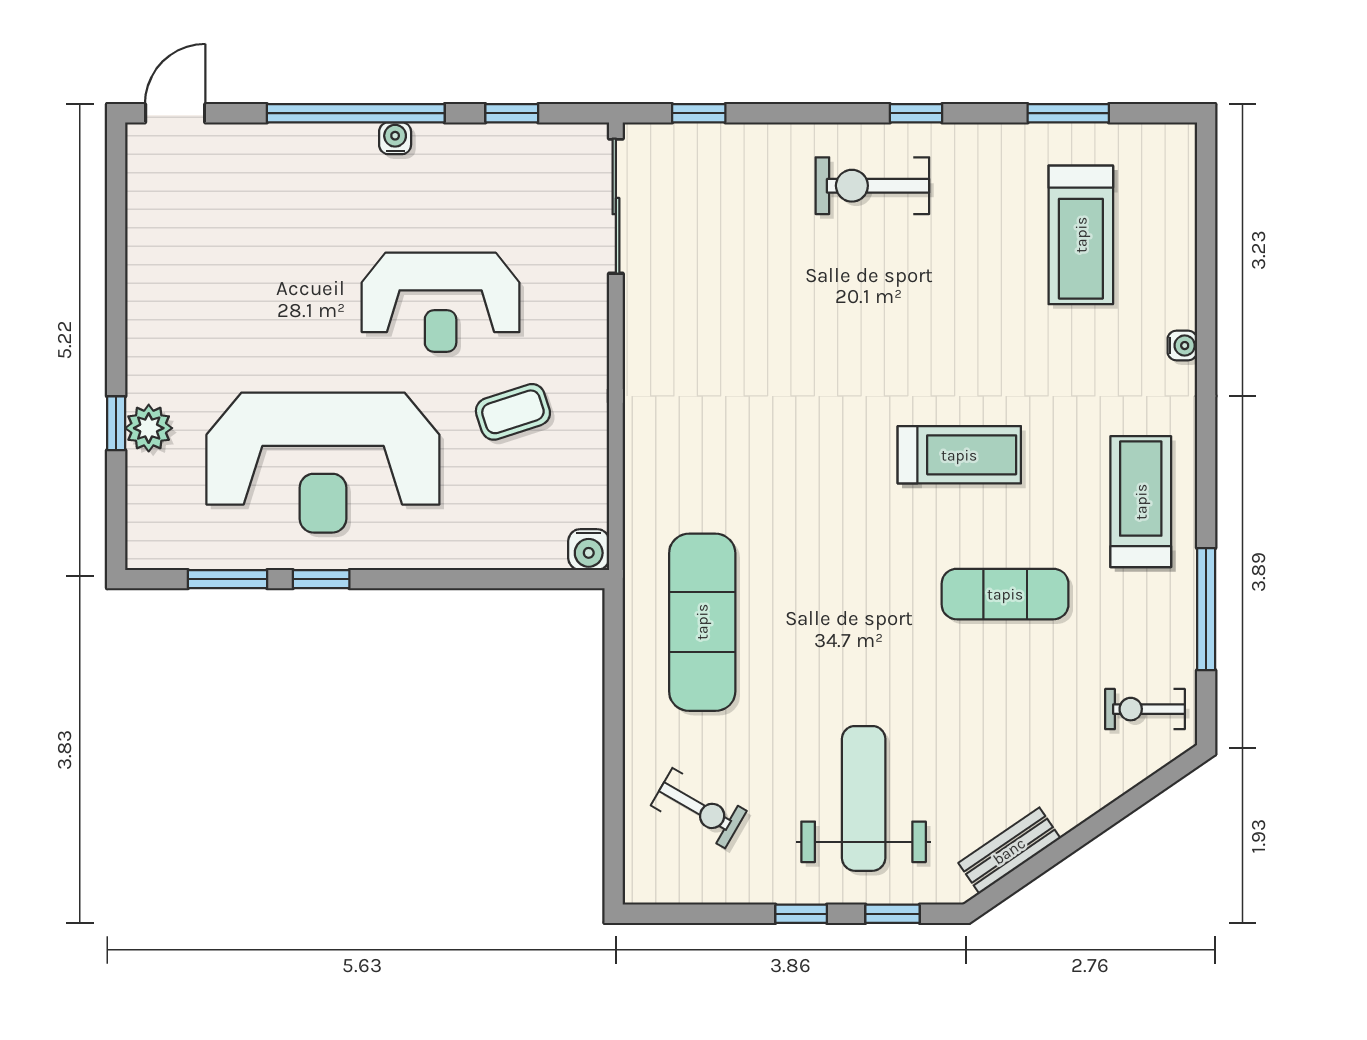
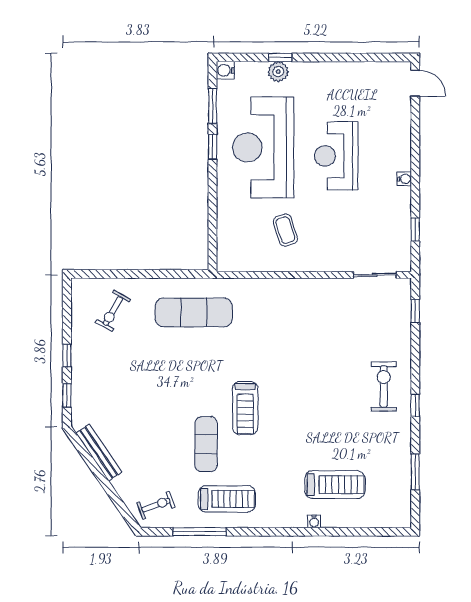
window: (356, 113) -> (415, 162), removed
sliding door: (616, 206) -> (375, 275), width x0.73
treadmill: (1081, 235) -> (335, 485), moved, turned 180
reception desk: (441, 302) -> (336, 156), moved
treadmill: (959, 455) -> (245, 408), moved
treadmill: (1141, 502) -> (227, 499), moved
water cooler: (589, 550) -> (225, 70), moved
exercise bike: (1145, 709) -> (156, 505), turned 70
weight bench: (864, 798) -> (117, 383), removed
bench: (1009, 851) -> (99, 453), width x1.36

